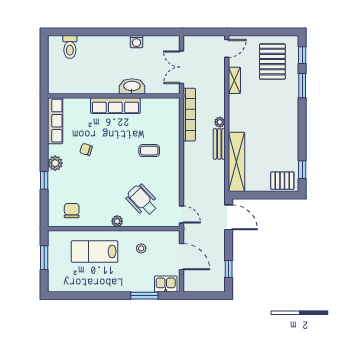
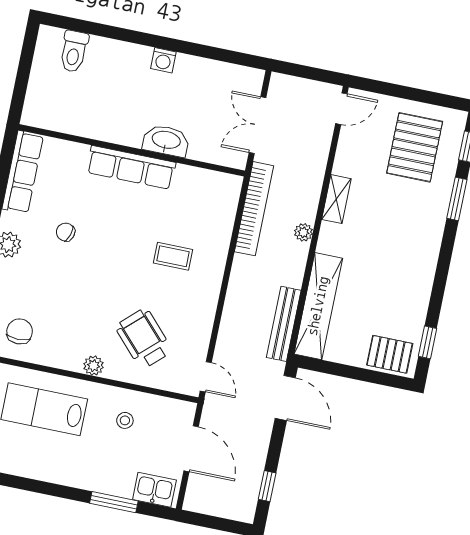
washing machine: (136, 42) -> (163, 60), moved
shelving: (234, 80) -> (336, 199), moved
bench: (219, 144) -> (284, 324), moved, width x1.36

